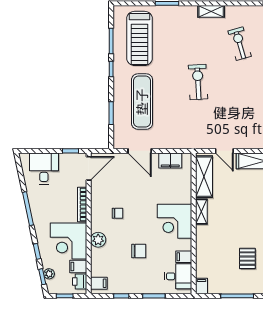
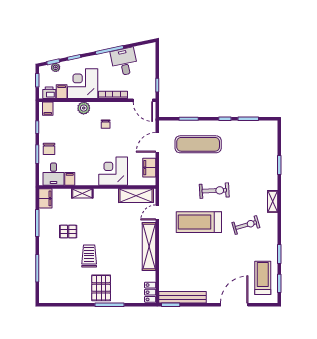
treadmill: (140, 38) -> (199, 222), moved
desk: (44, 169) -> (124, 62), moved, turned -102
shelving: (201, 212) -> (82, 193), moved
corner desk: (174, 221) -> (113, 171), moved
chair: (139, 251) -> (49, 149), moved
filing cabinet: (201, 286) -> (45, 198), width x2.00

